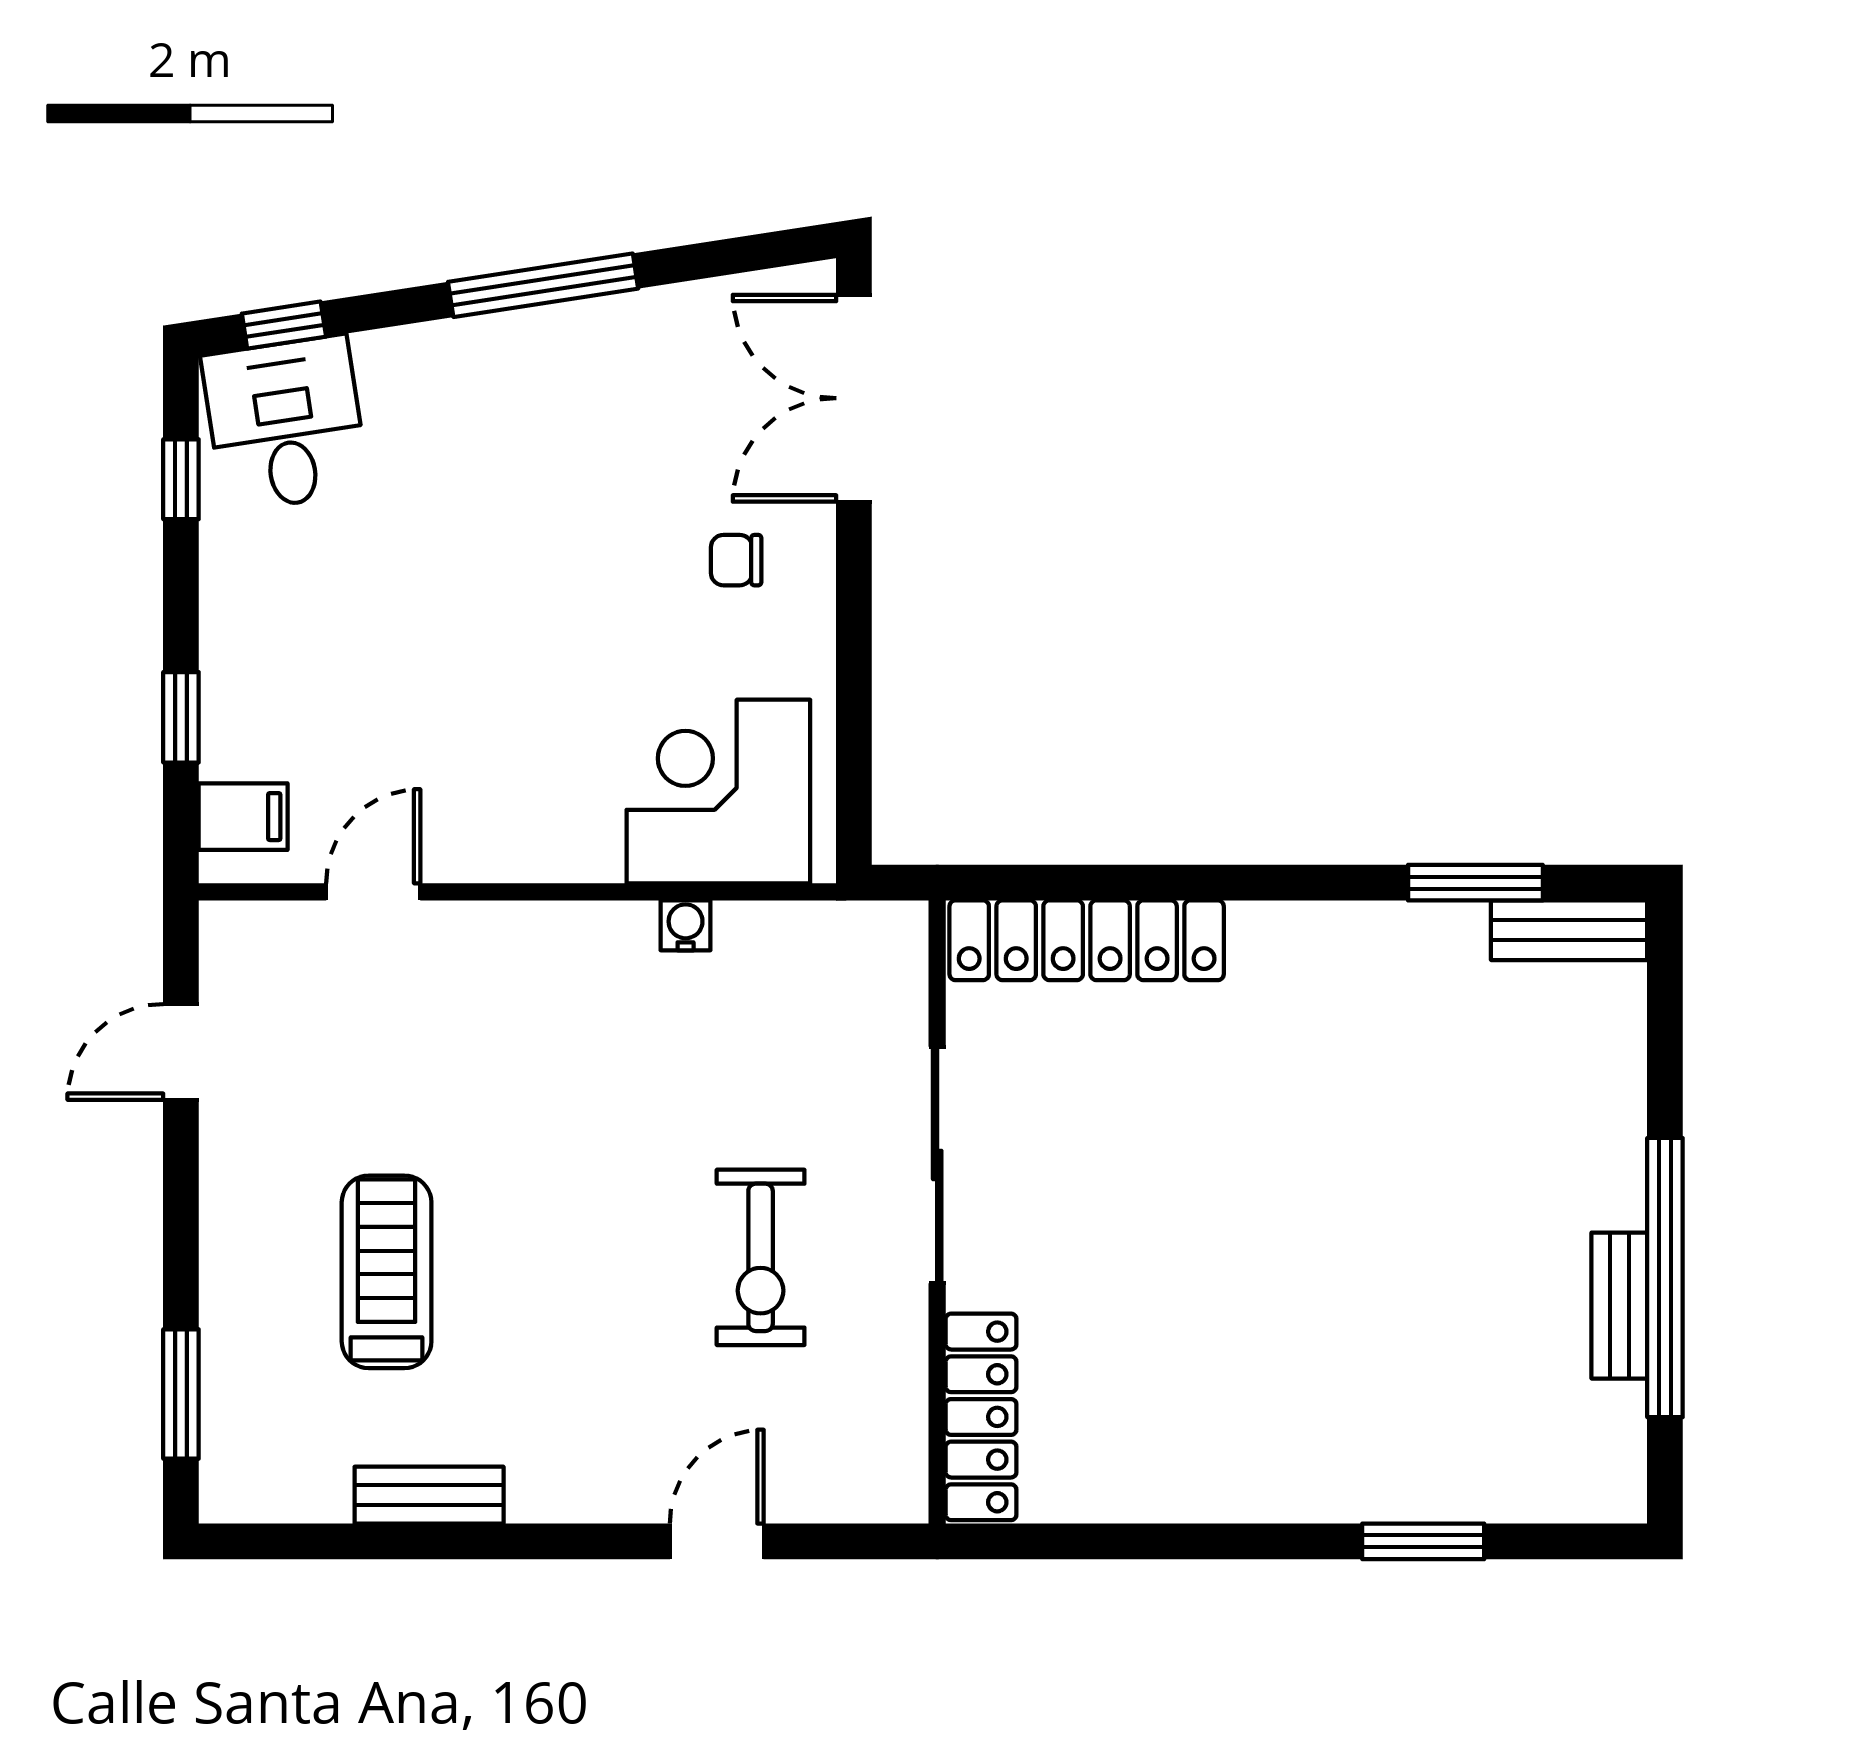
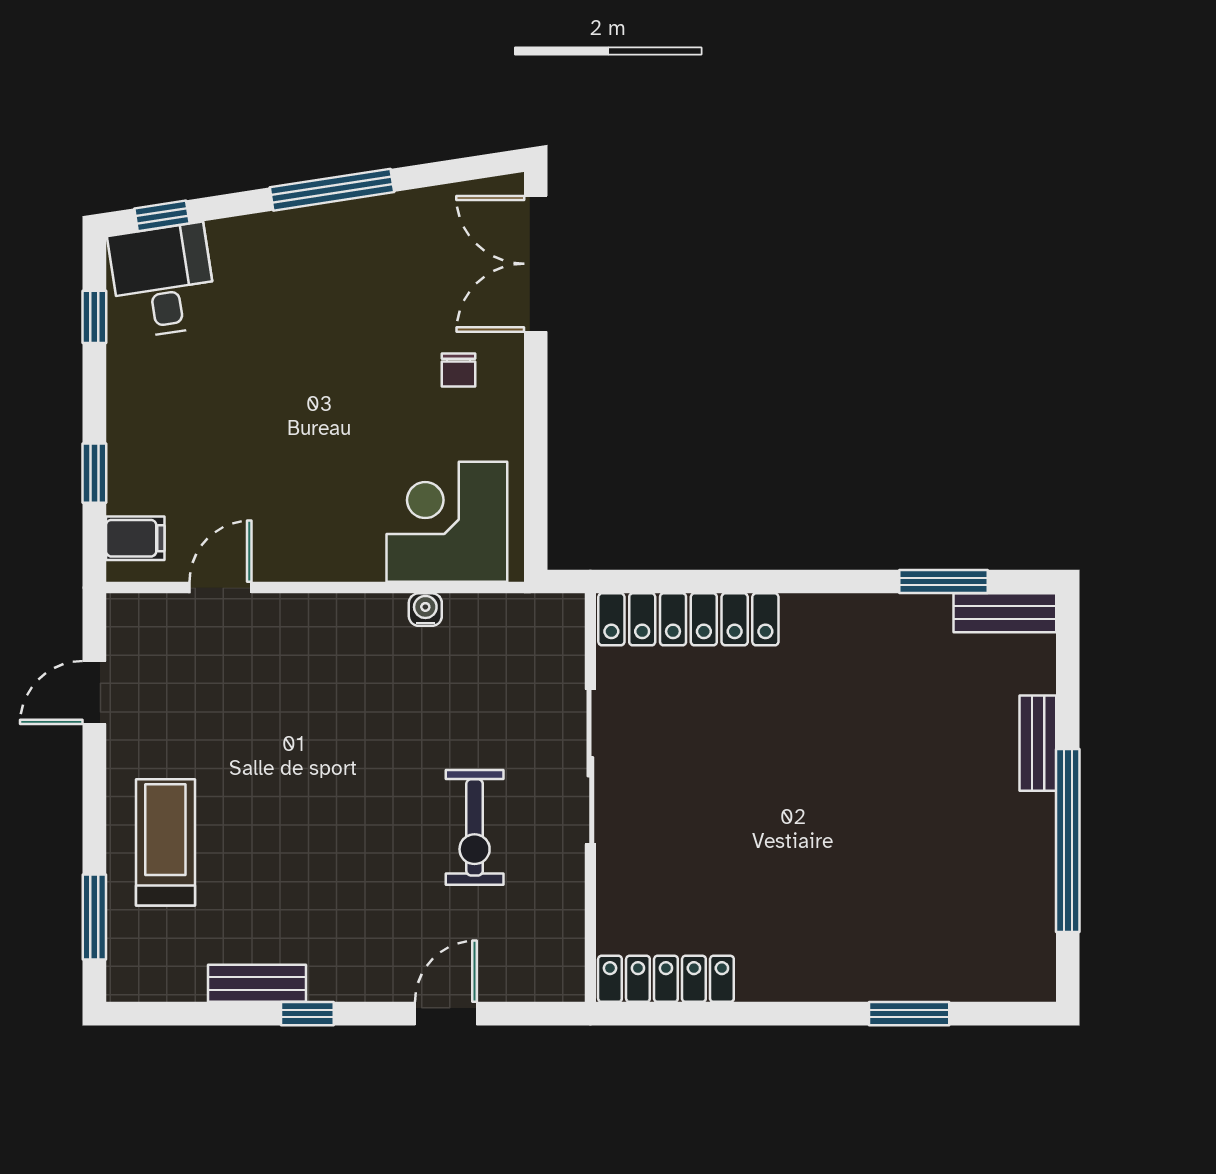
chair: (736, 560) -> (459, 370), turned -90
treadmill: (387, 1272) -> (165, 842), moved
bench: (1619, 1306) -> (1038, 743), moved
locker: (981, 1417) -> (666, 979), moved, turned -90
window: (506, 1541) -> (307, 1014), added

